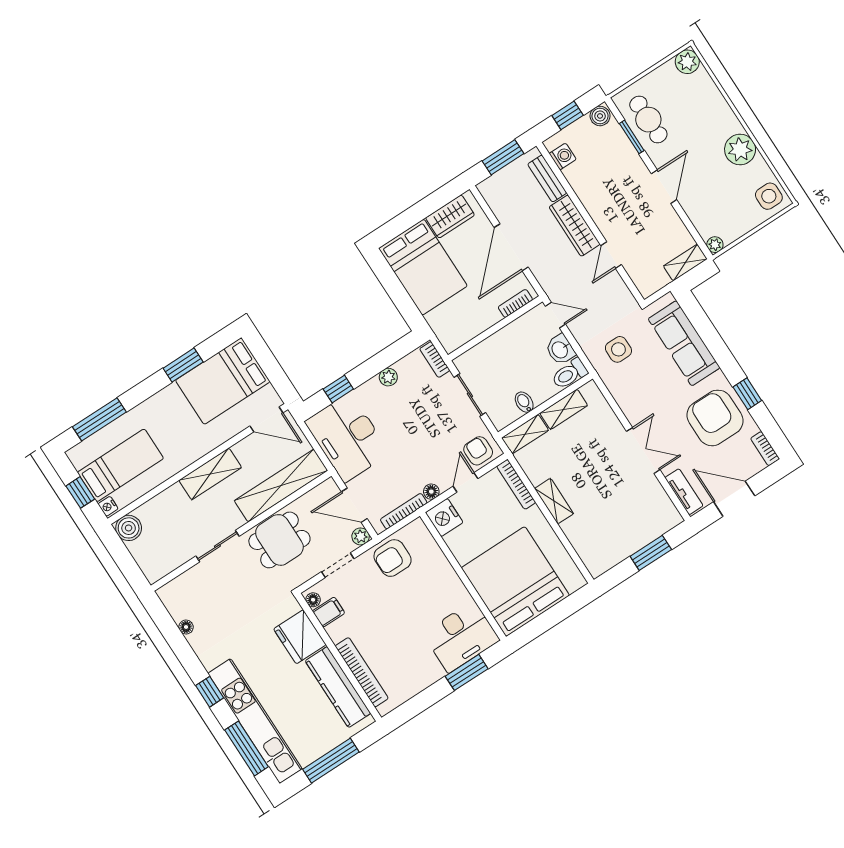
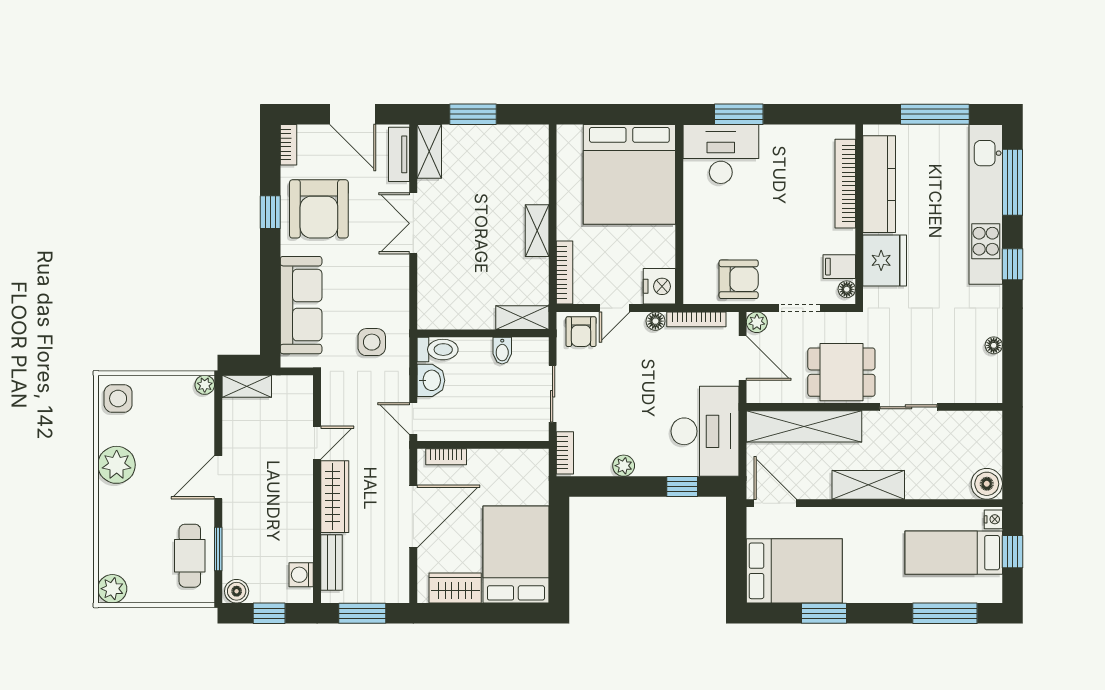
shelving: (564, 409) -> (429, 151), moved, turned 90

